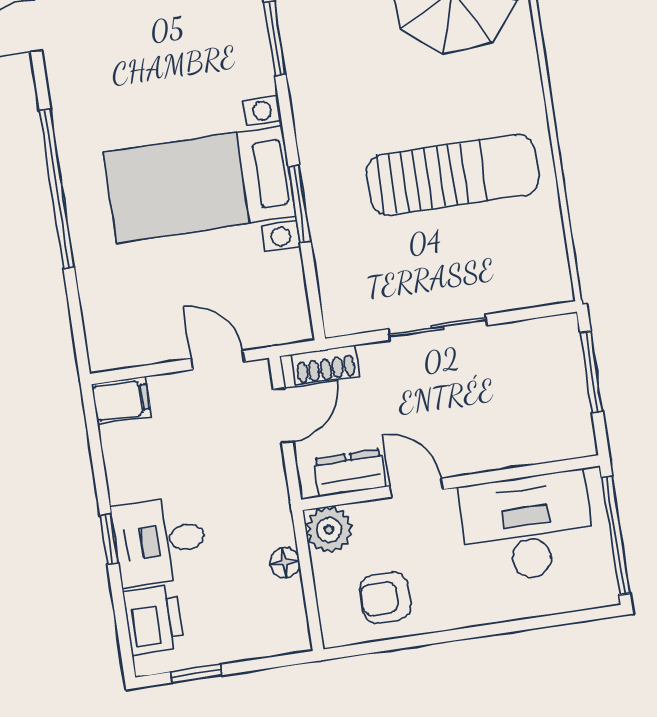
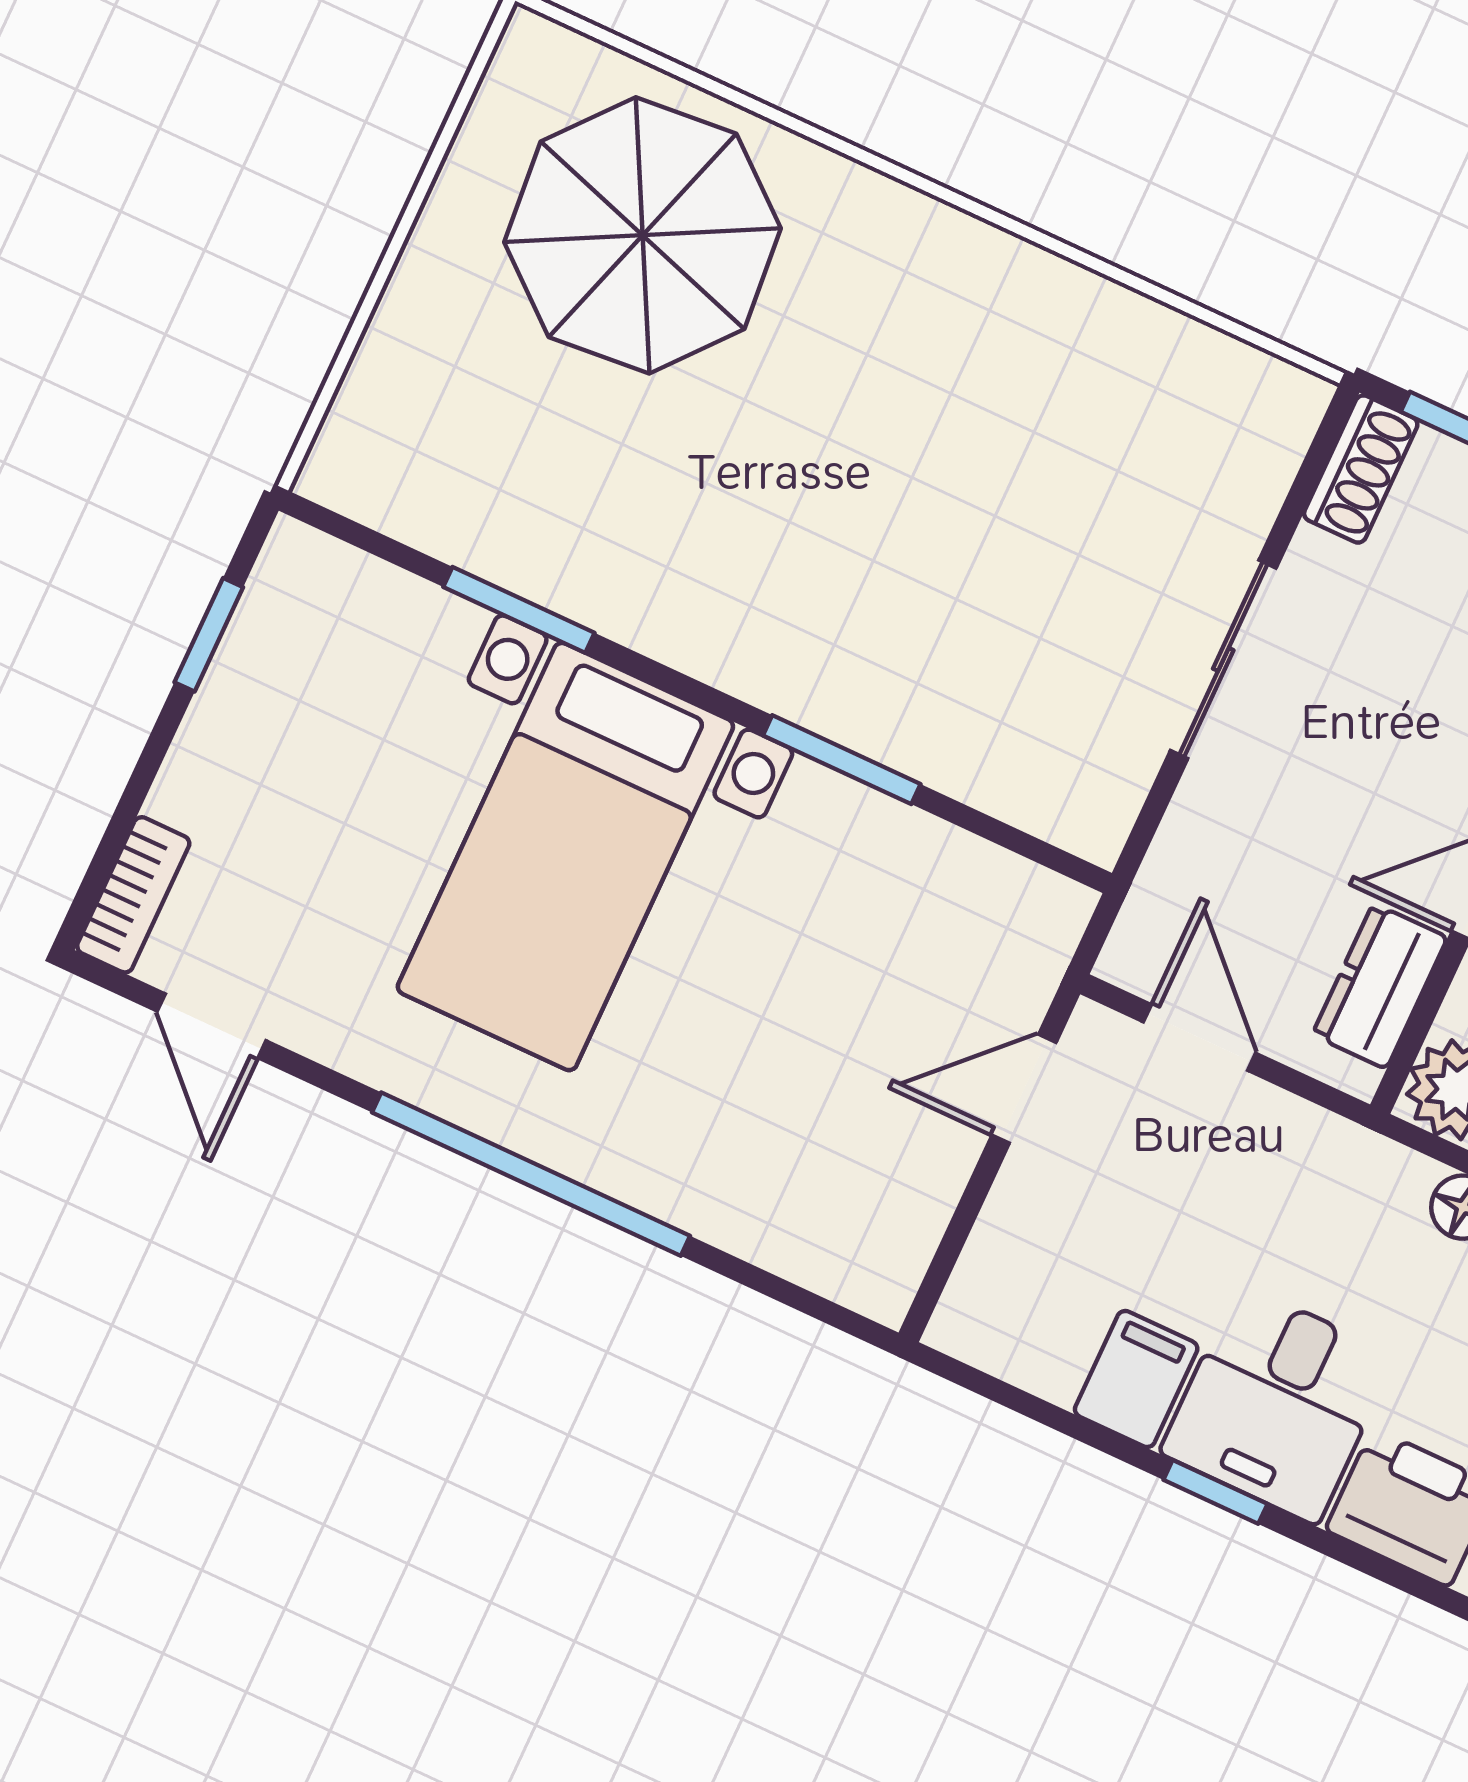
sun lounger: (453, 175) -> (970, 453), removed
bed with nightstands: (200, 184) -> (565, 857), moved
shoe rack: (325, 365) -> (1361, 469), moved
filing cabinet: (121, 400) -> (1136, 1379), moved

